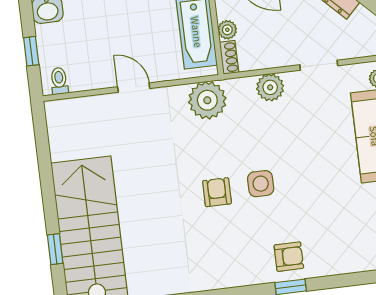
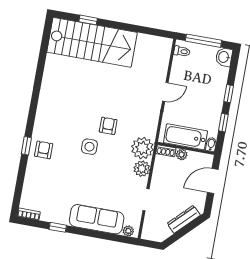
window: (31, 51) -> (203, 41), width x2.17
plant: (207, 100) -> (142, 148), moved
armchair: (217, 192) -> (108, 126), moved, turned -90
armchair: (289, 257) -> (44, 150), turned 180

